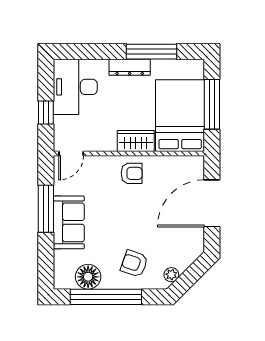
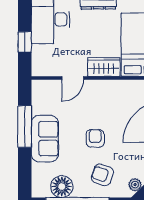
door: (71, 154) -> (73, 78), moved
armchair: (132, 173) -> (95, 138), moved, turned -90

